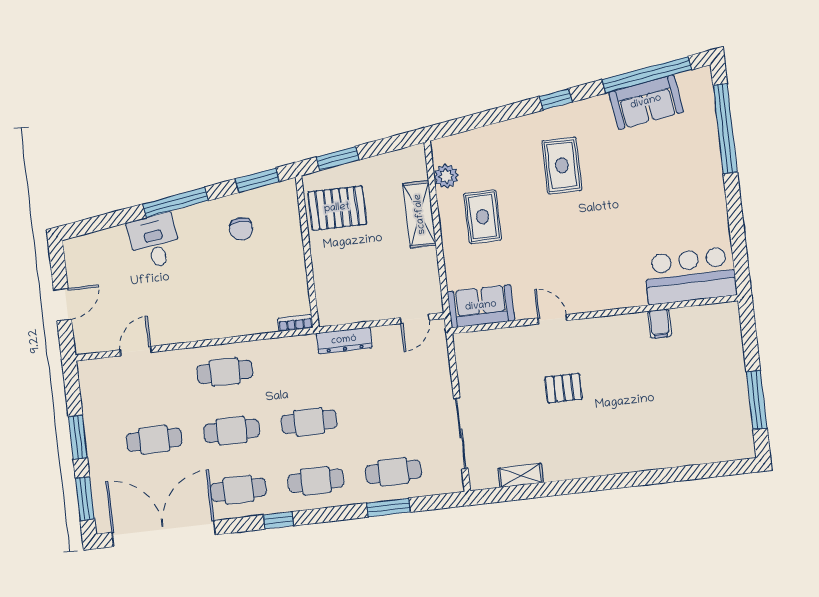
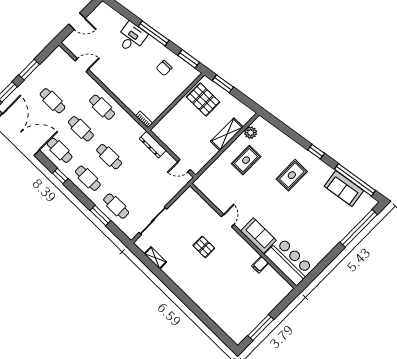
sofa: (481, 306) -> (258, 236), moved

